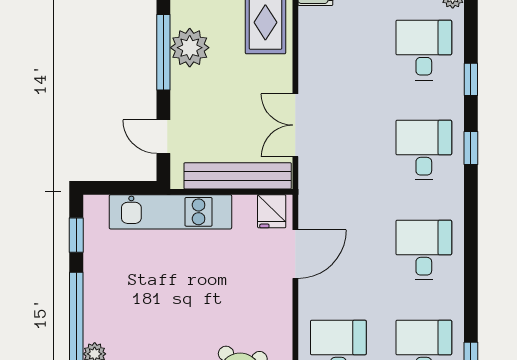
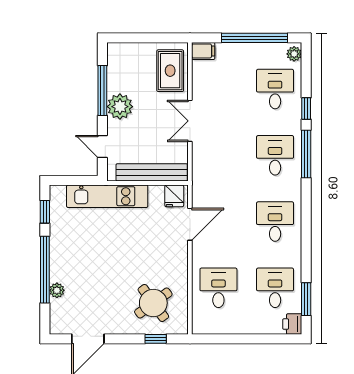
plant: (190, 48) -> (120, 107), moved
double door: (295, 125) -> (190, 121), moved
window: (471, 148) -> (306, 154), width x2.17

